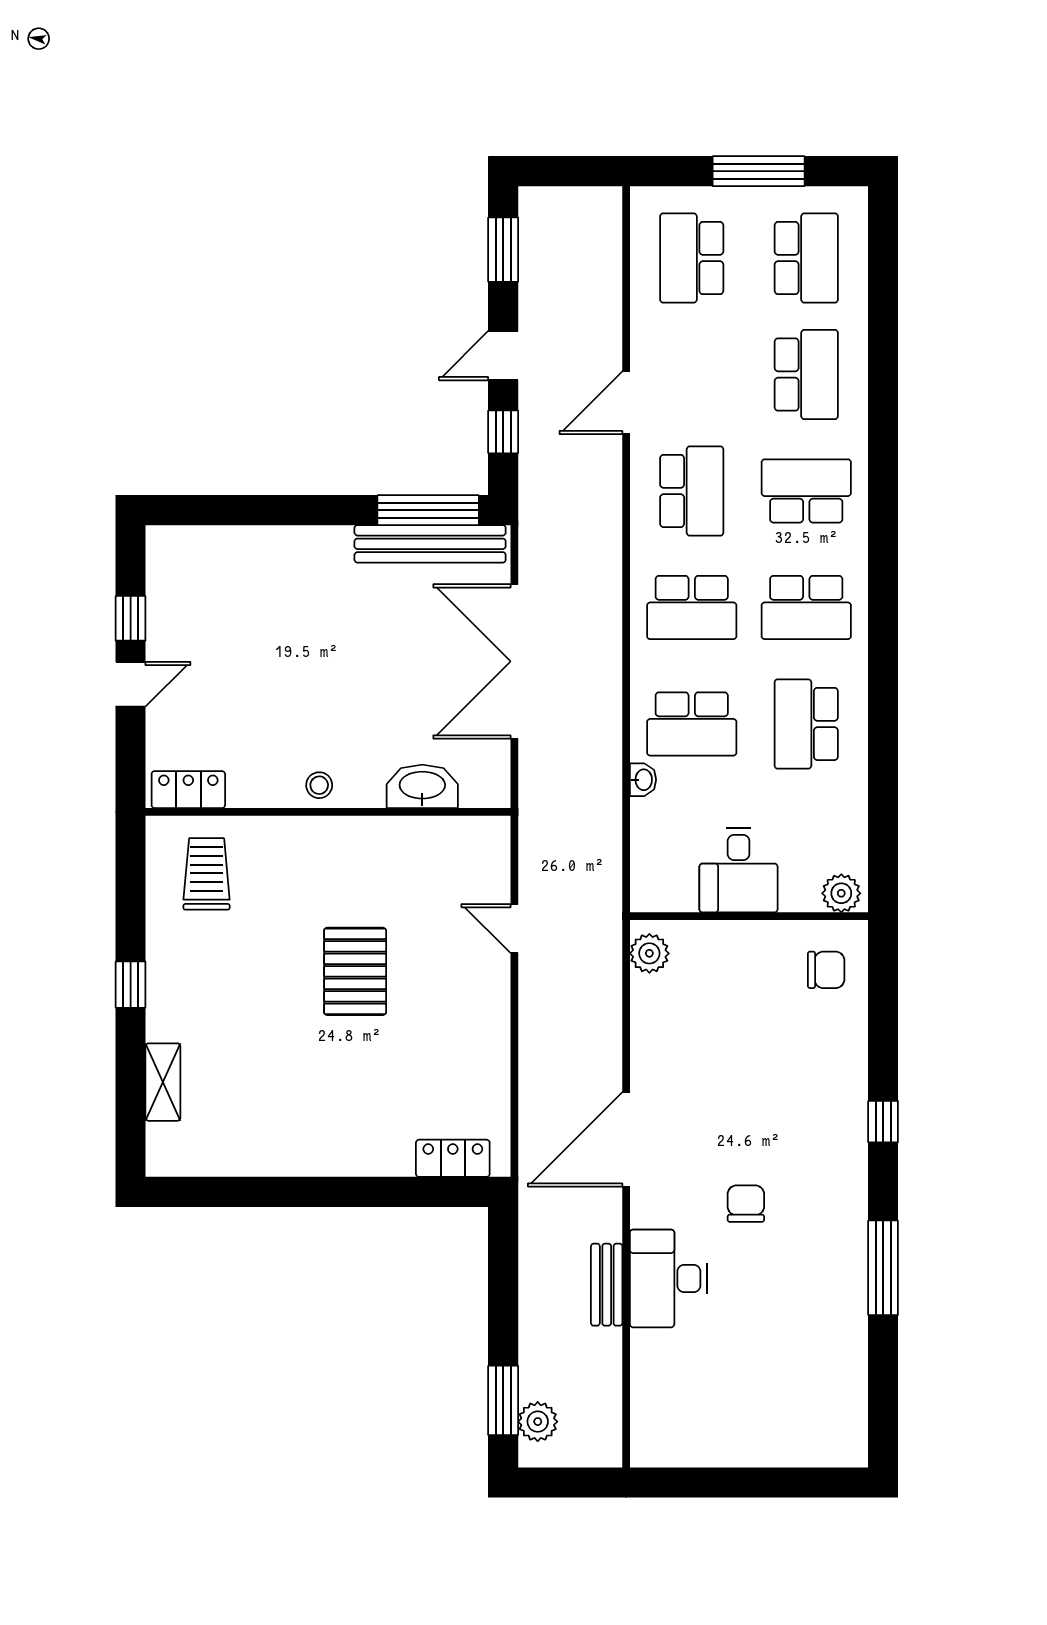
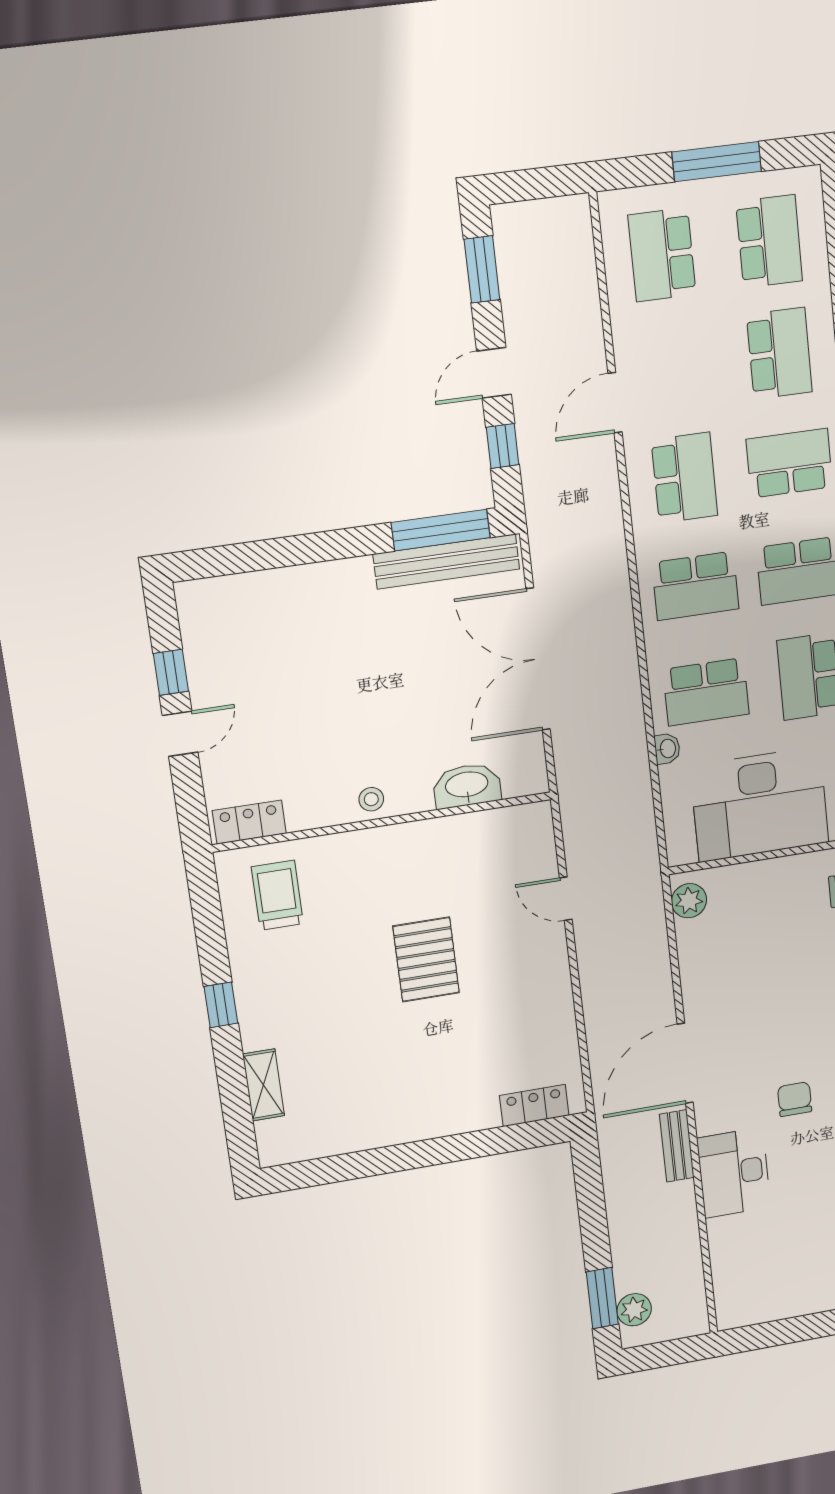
desk: (739, 870) -> (760, 804), width x1.87, depth x1.30
bench: (607, 1285) -> (677, 1146), moved

